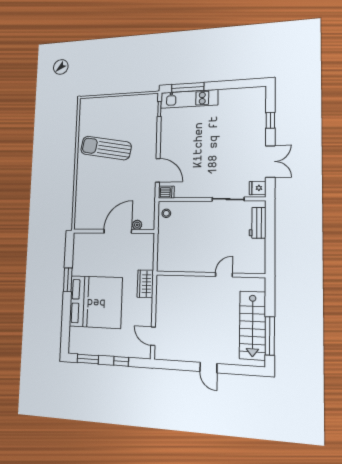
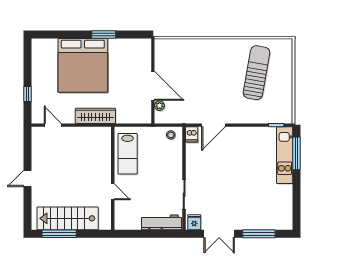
window: (270, 120) -> (259, 234), width x2.17
sun lounger: (106, 148) -> (257, 73), moved
workbench: (258, 223) -> (161, 222), width x1.38
lab bench: (184, 258) -> (128, 154), added
wardrobe: (145, 284) -> (95, 116), width x1.50
door: (153, 336) -> (53, 125), hinge flipped
window: (88, 359) -> (27, 60), removed

